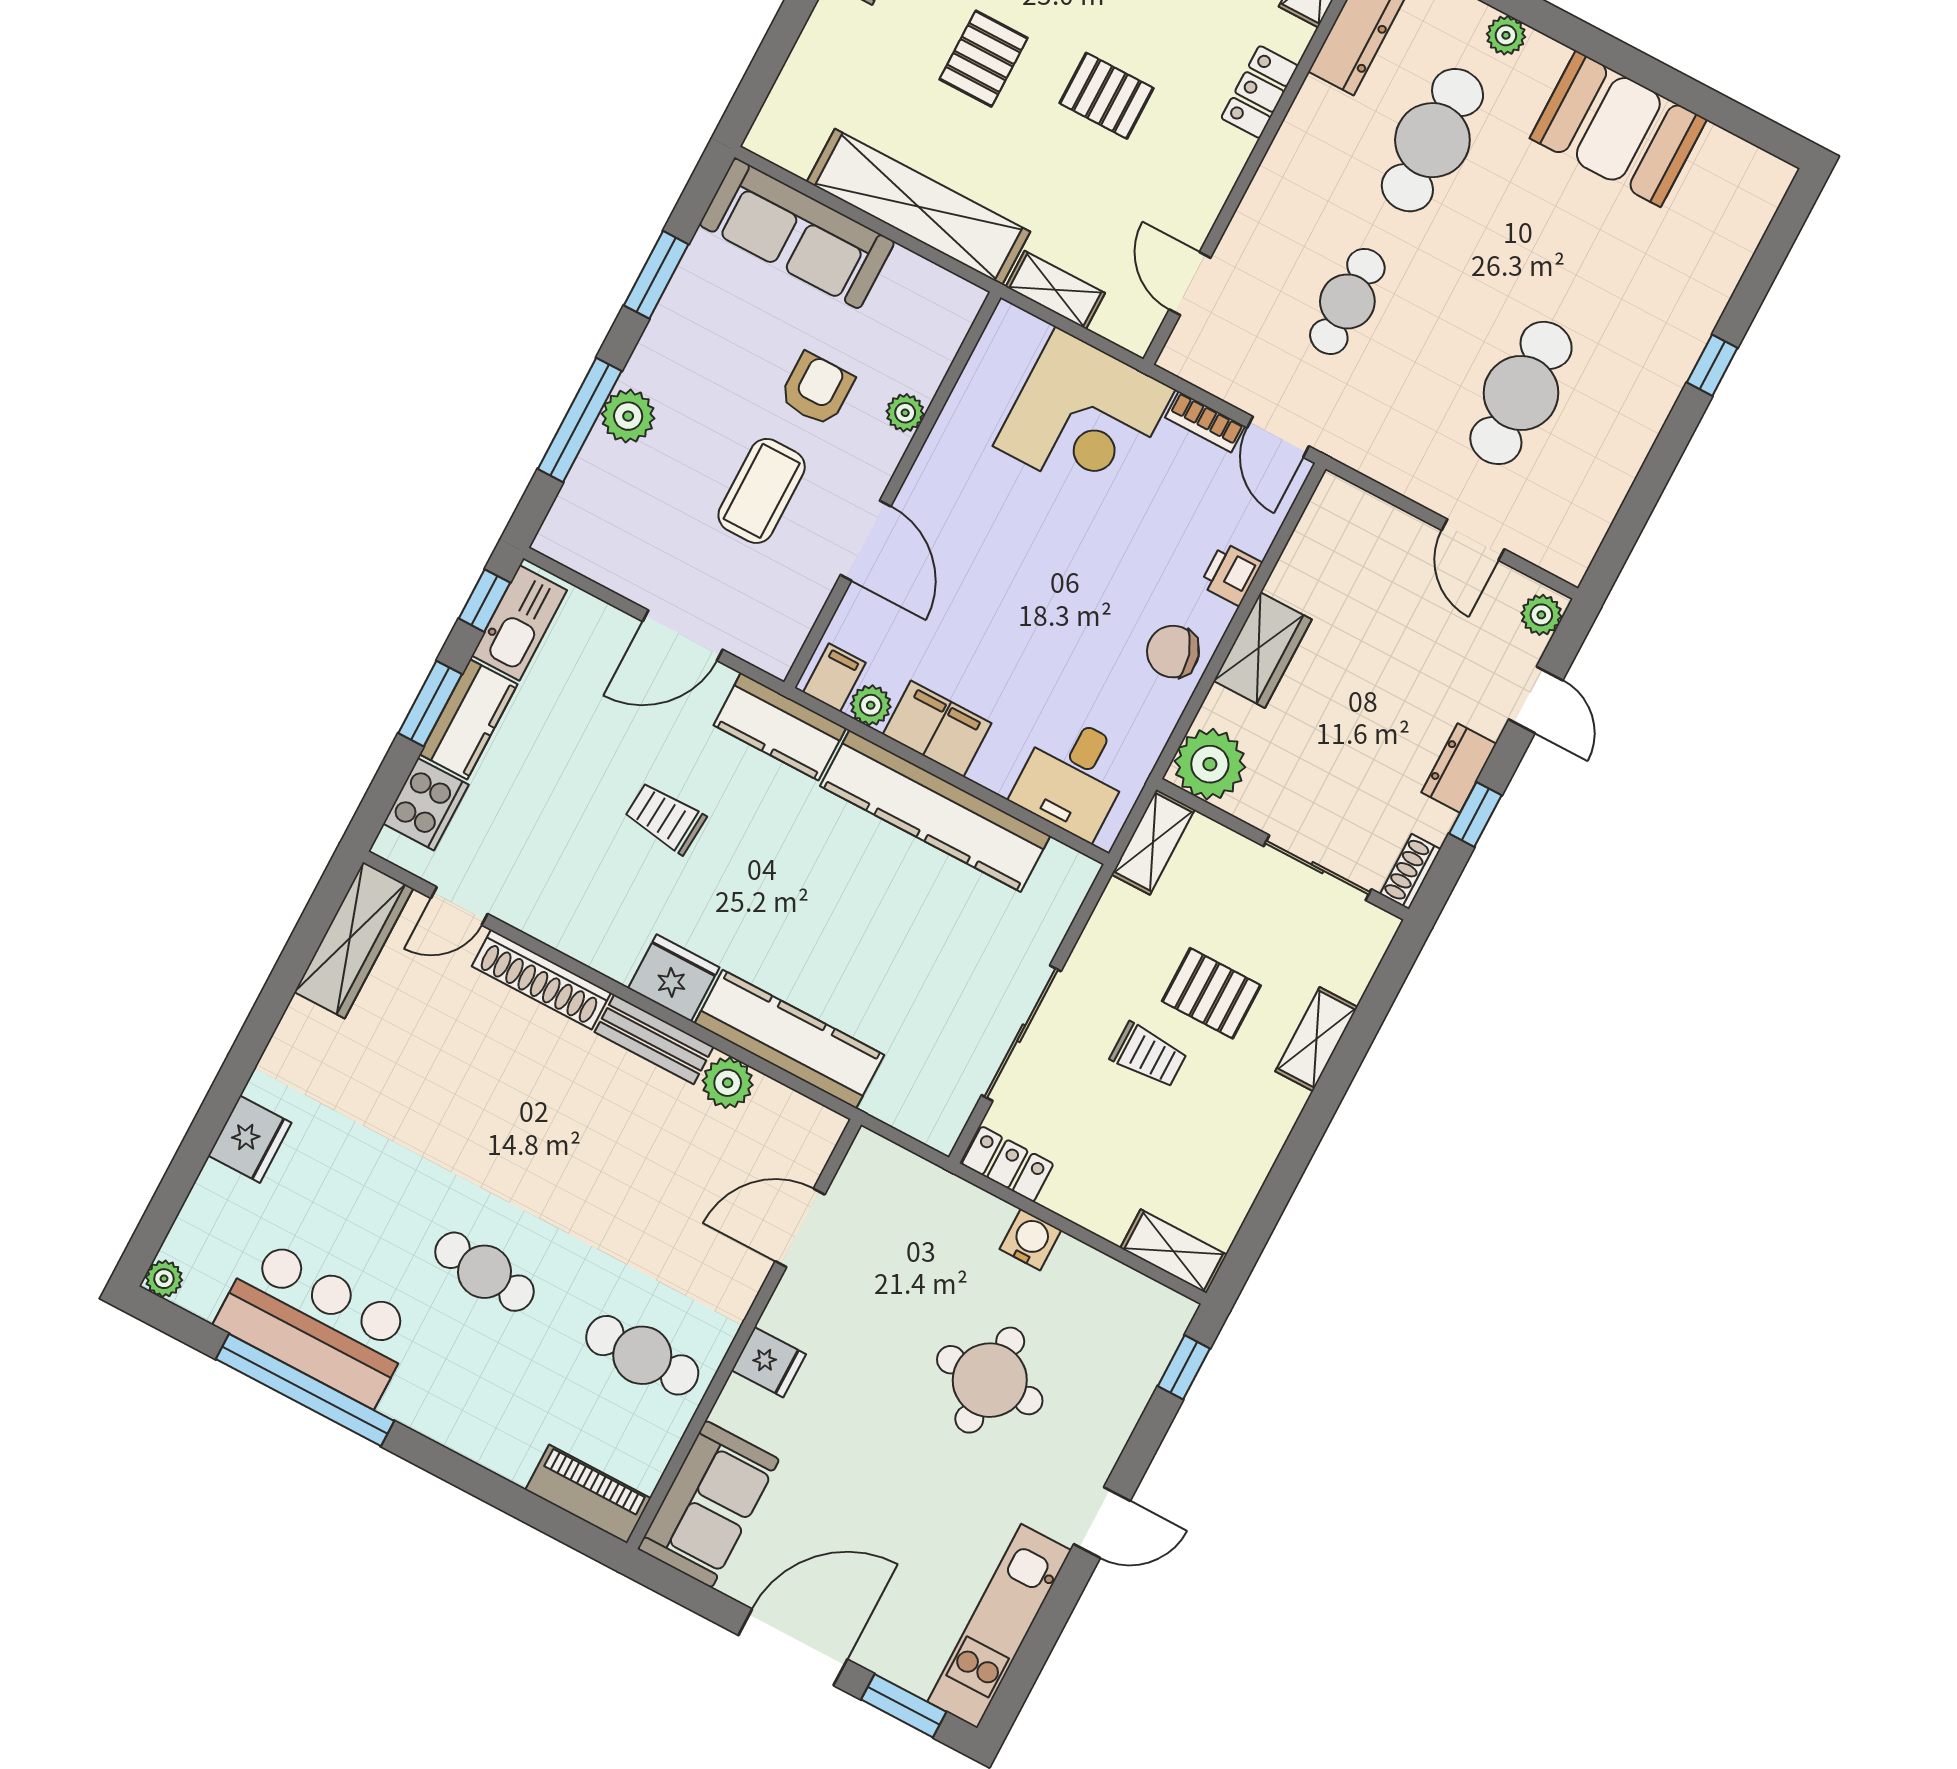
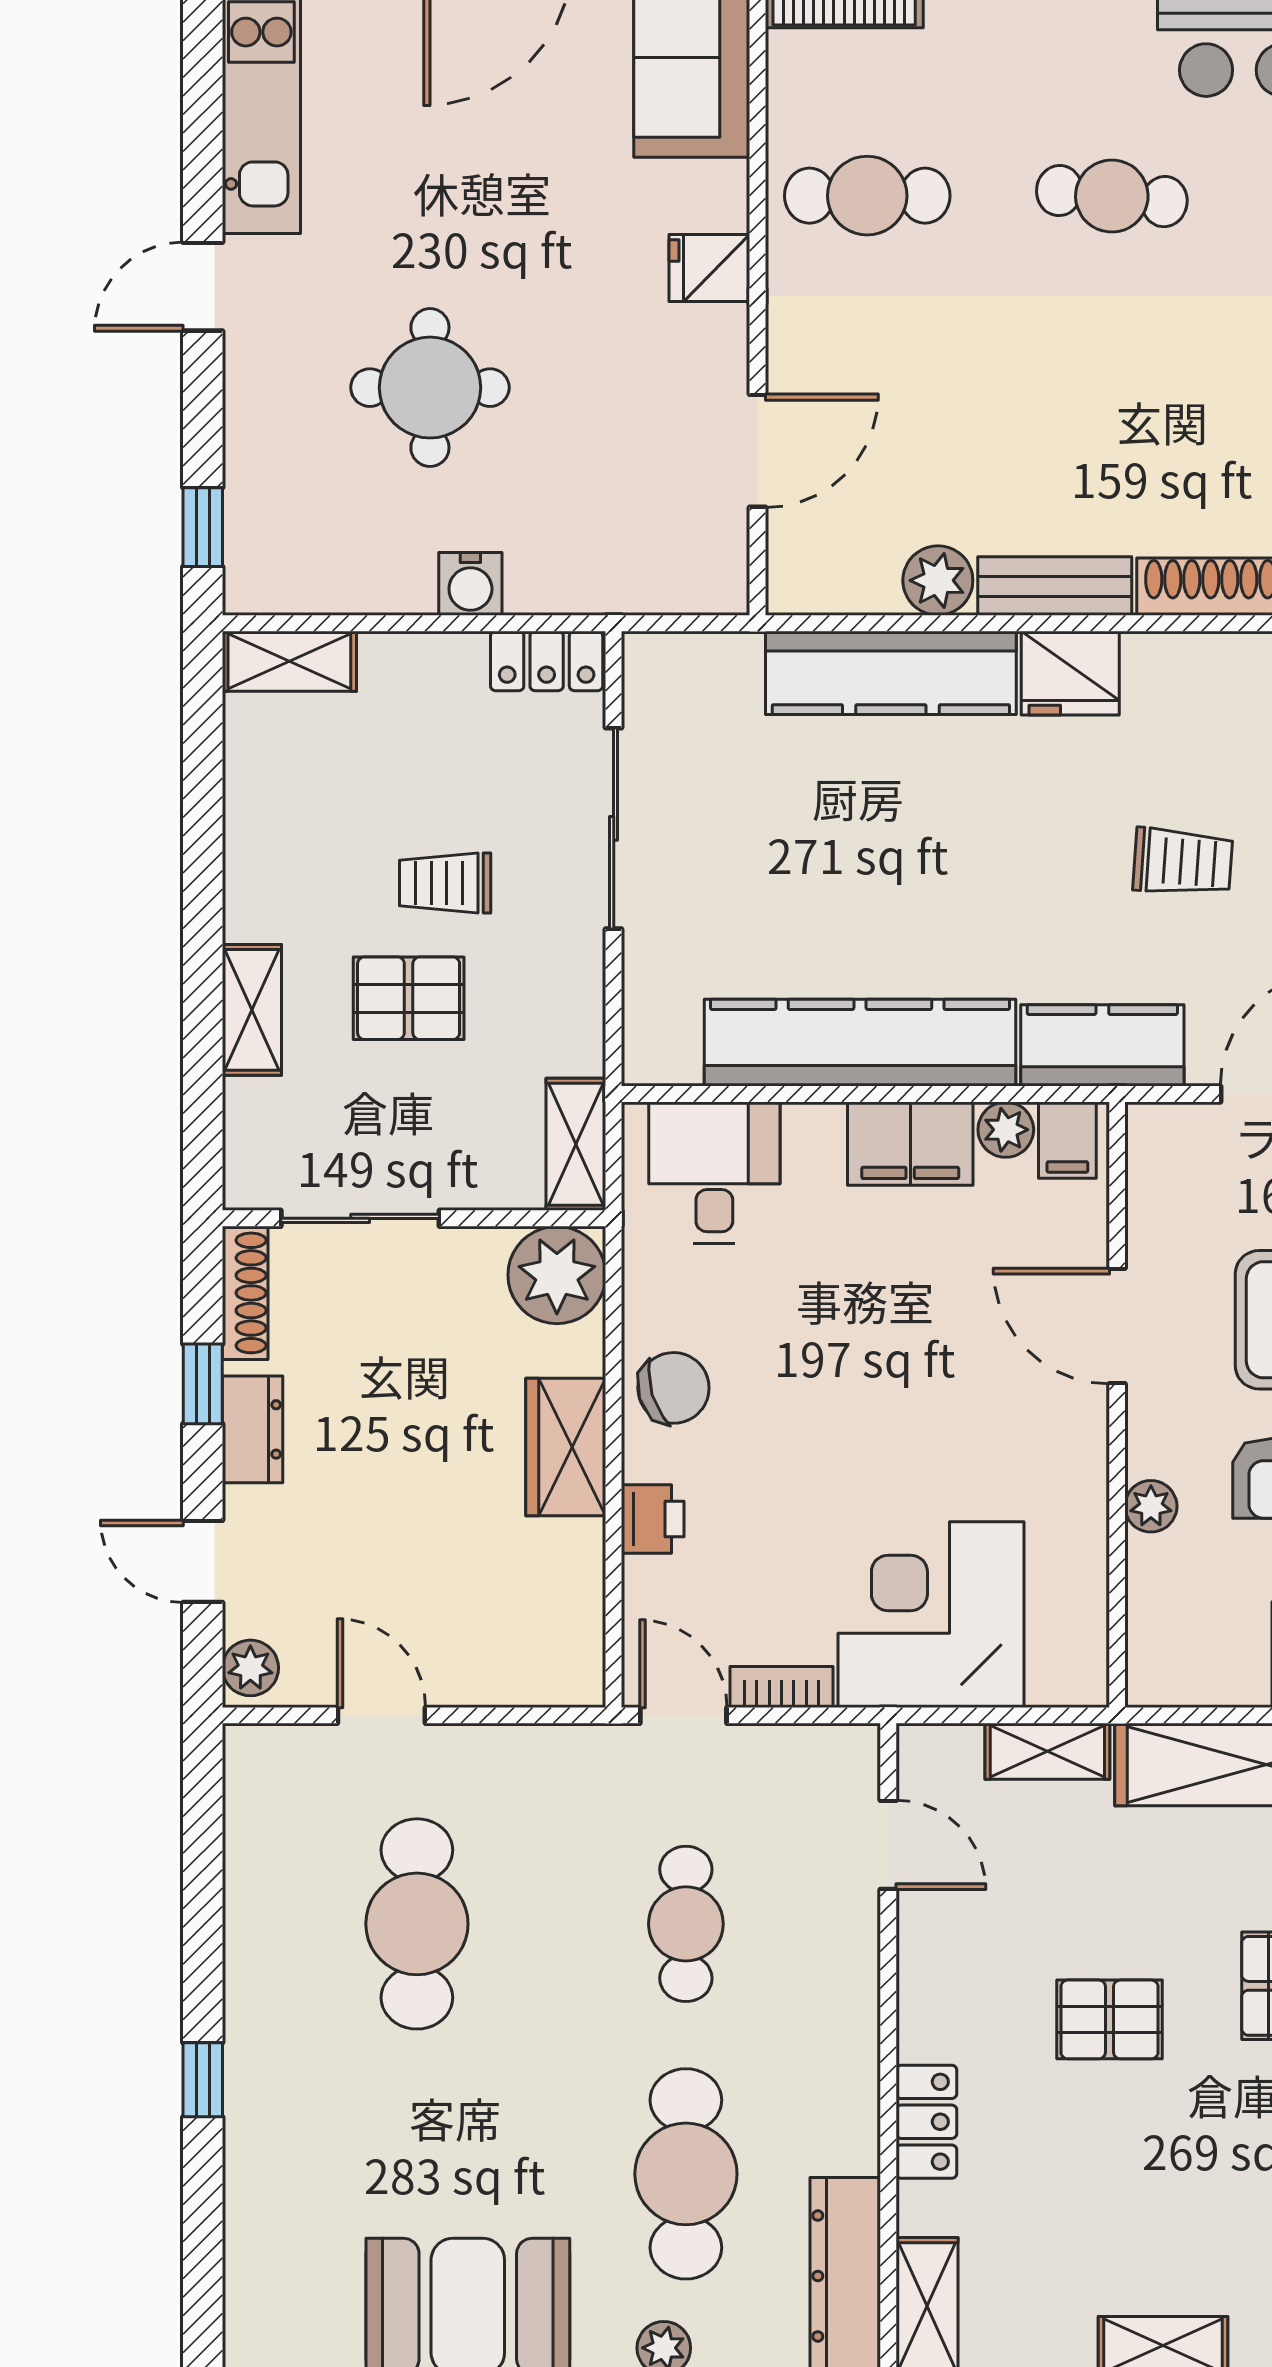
shoe rack: (1410, 872) -> (245, 1293), width x1.43

